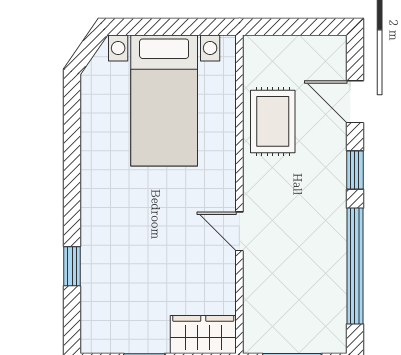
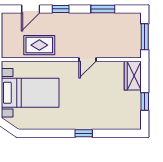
window: (72, 266) -> (84, 133), moved
window: (355, 266) -> (103, 9), width x0.47

